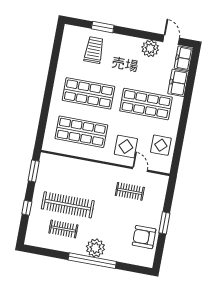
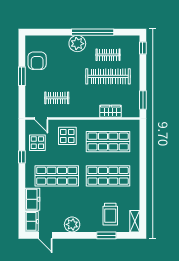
shelving: (68, 37) -> (135, 221), added
plant: (150, 48) -> (72, 224), moved
window: (181, 133) -> (22, 157), added
wardrobe: (72, 165) -> (111, 111), added
door: (140, 169) -> (41, 119), moved
window: (27, 208) -> (143, 48), moved
armchair: (144, 237) -> (37, 61), turned 90
window: (92, 261) -> (93, 32), moved

